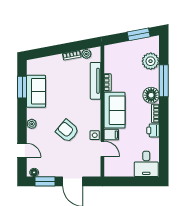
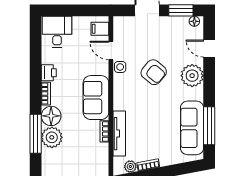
plant: (151, 61) -> (52, 137), moved
window: (22, 87) -> (209, 126), width x1.44
sofa: (36, 91) -> (192, 128), width x1.36
plant: (32, 124) -> (192, 76), width x1.88, depth x1.88
filing cabinet: (111, 135) -> (100, 29), moved

